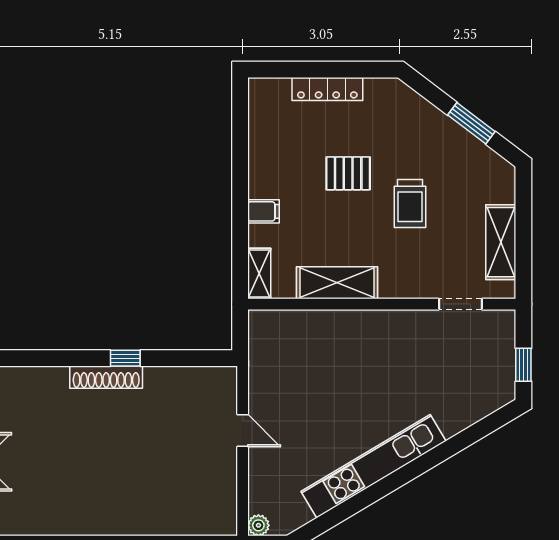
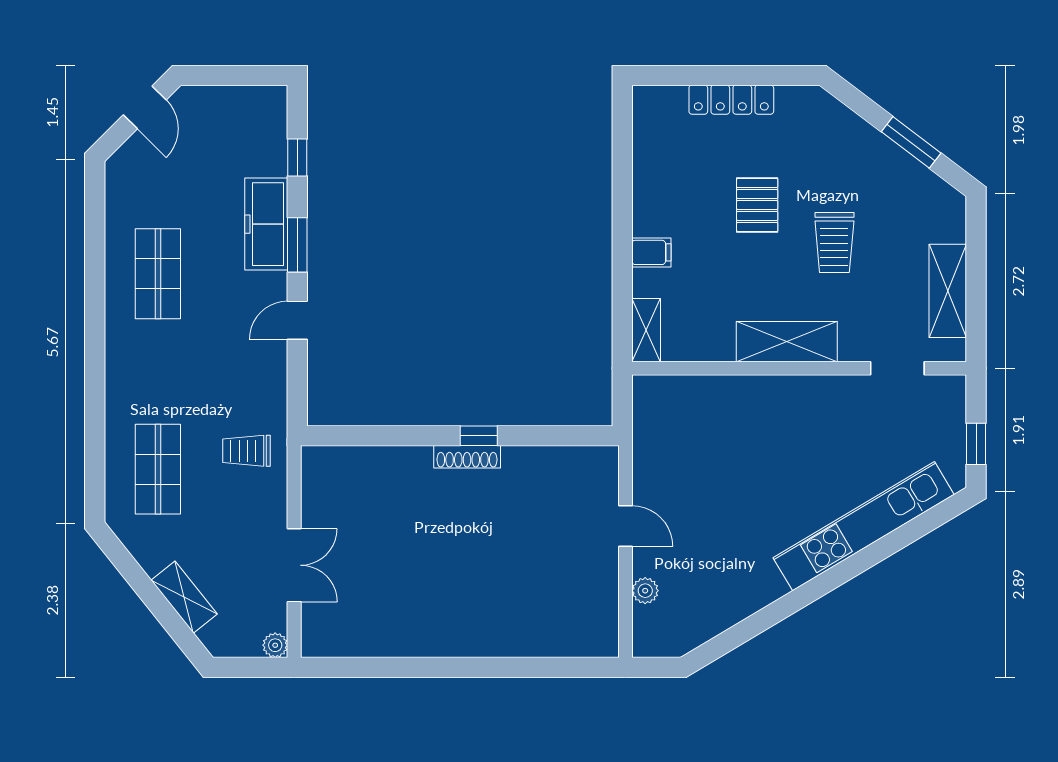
pallet: (348, 173) -> (757, 205), turned 90
shelving: (337, 283) -> (787, 342), moved
shoe rack: (106, 377) -> (467, 457), width x0.74, depth x0.81
kitchen unit: (373, 466) -> (864, 526), moved
plant: (258, 525) -> (645, 591), moved

